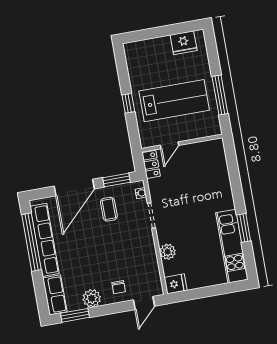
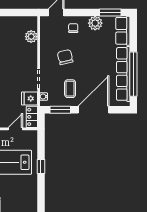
chair: (122, 248) -> (65, 57), added
plant: (168, 252) -> (31, 37), moved
fridge: (176, 284) -> (29, 98), moved

